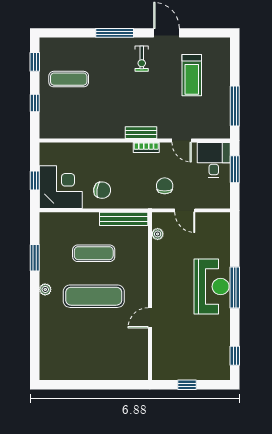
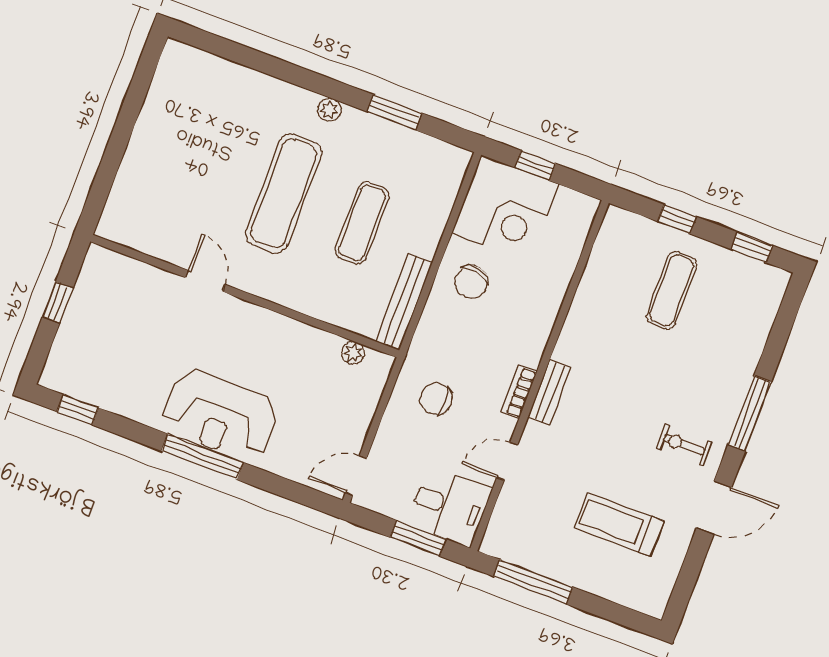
exercise mat: (69, 79) -> (672, 290), moved
chair: (165, 186) -> (436, 399), turned 180
door: (185, 210) -> (356, 475), moved

